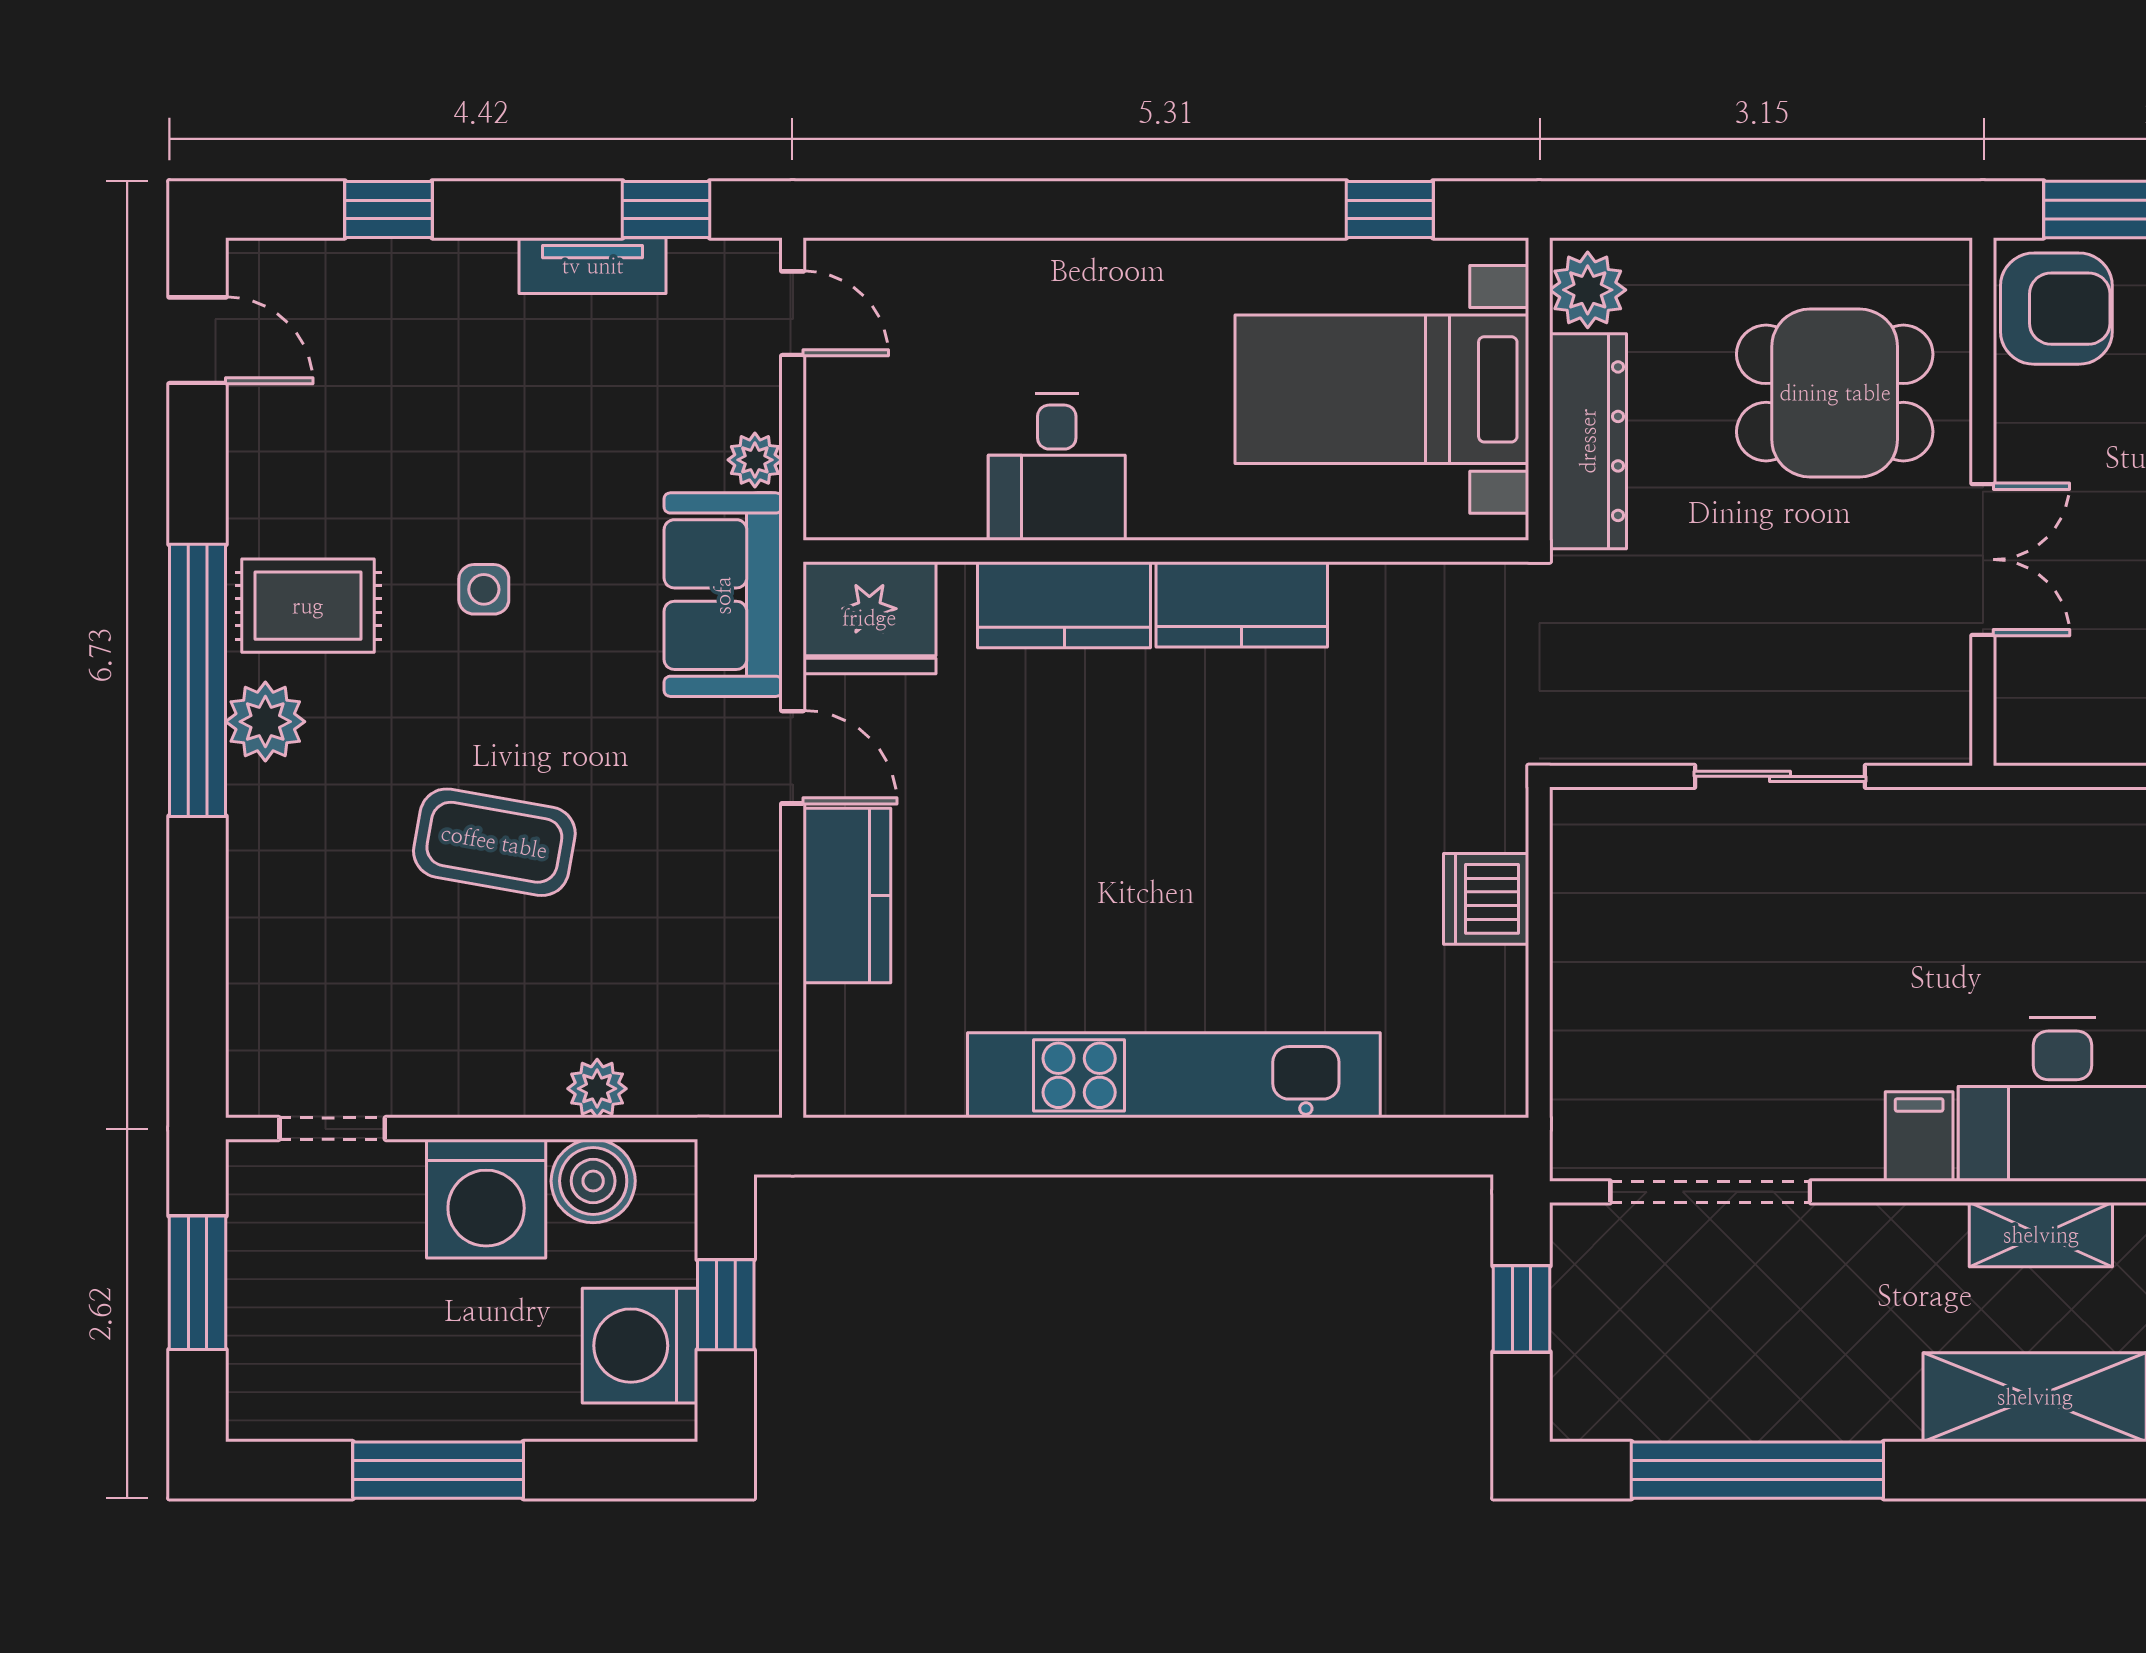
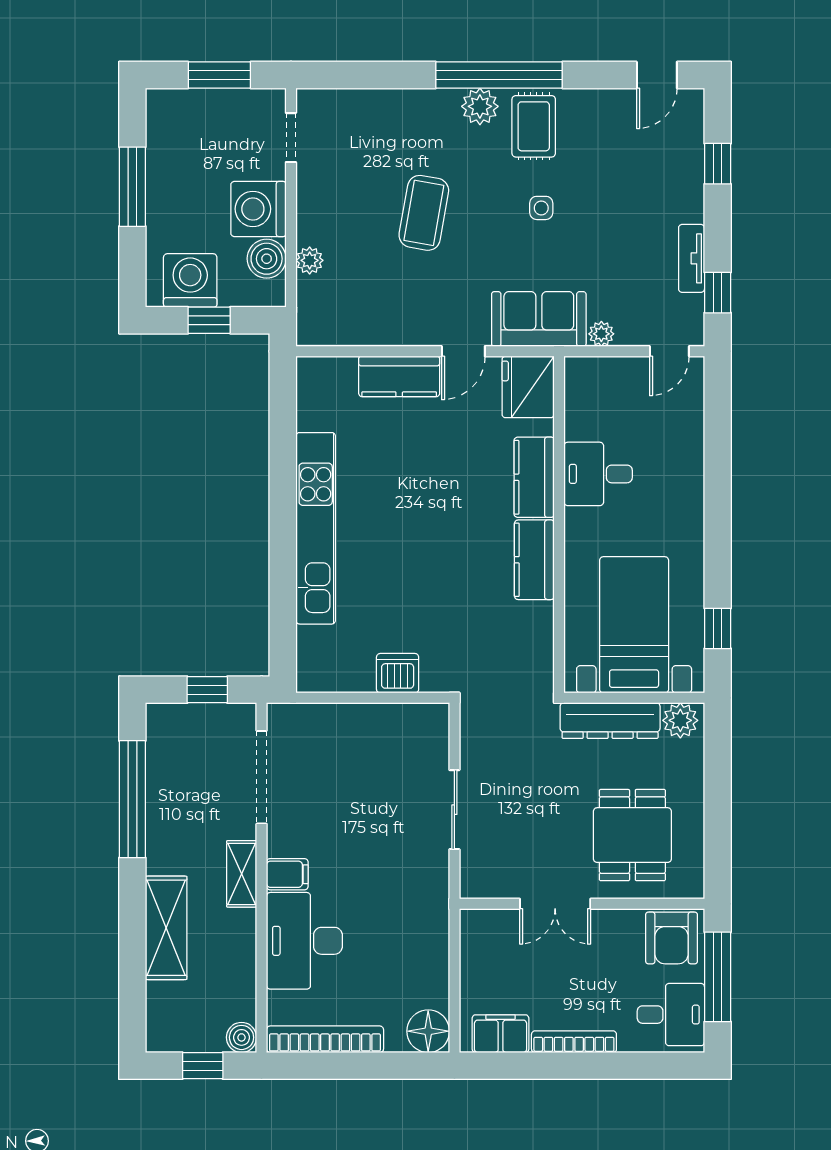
shelving: (2041, 1235) -> (242, 874), moved

